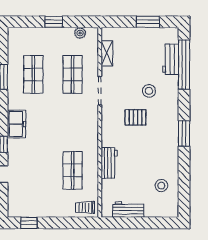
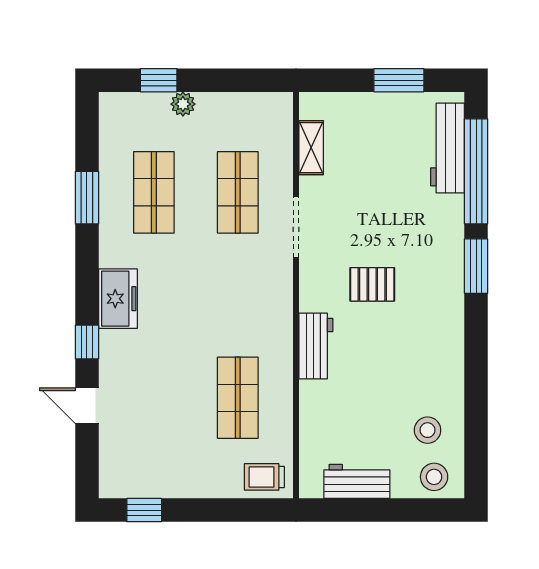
window: (54, 22) -> (159, 80), moved
plant: (80, 33) -> (183, 104), moved
workbench: (171, 59) -> (448, 148), width x1.37
stool: (149, 91) -> (434, 477), moved
window: (184, 133) -> (476, 266), moved
workbench: (109, 163) -> (316, 346), moved

